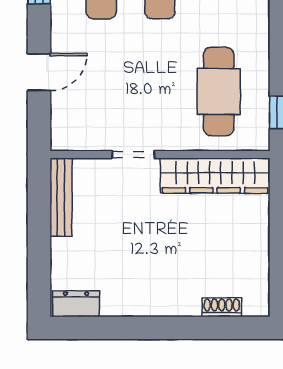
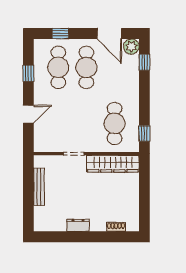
bench: (61, 197) -> (39, 187), moved
dresser: (76, 304) -> (78, 225), moved

